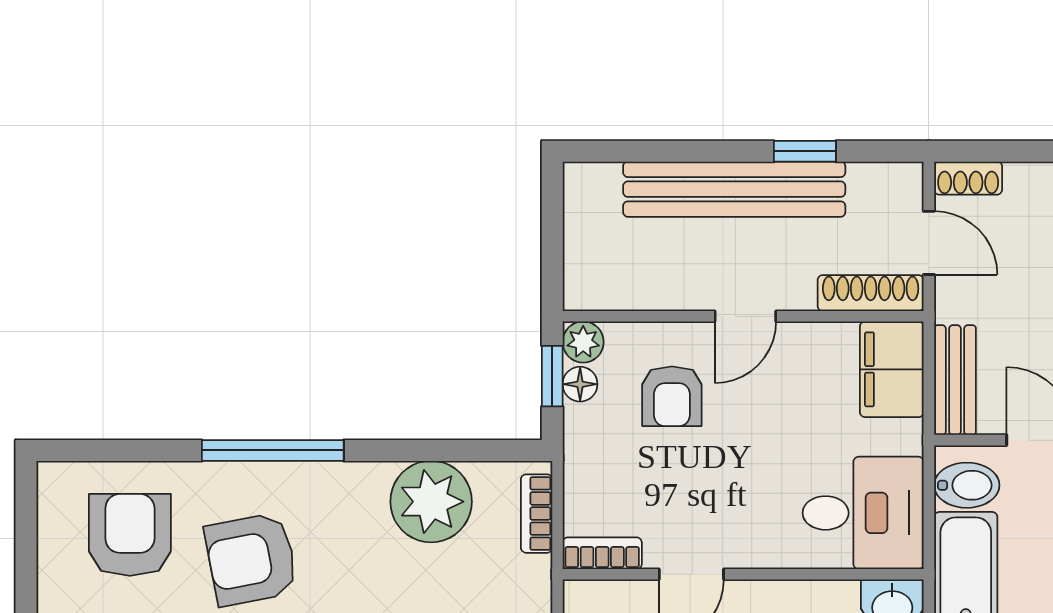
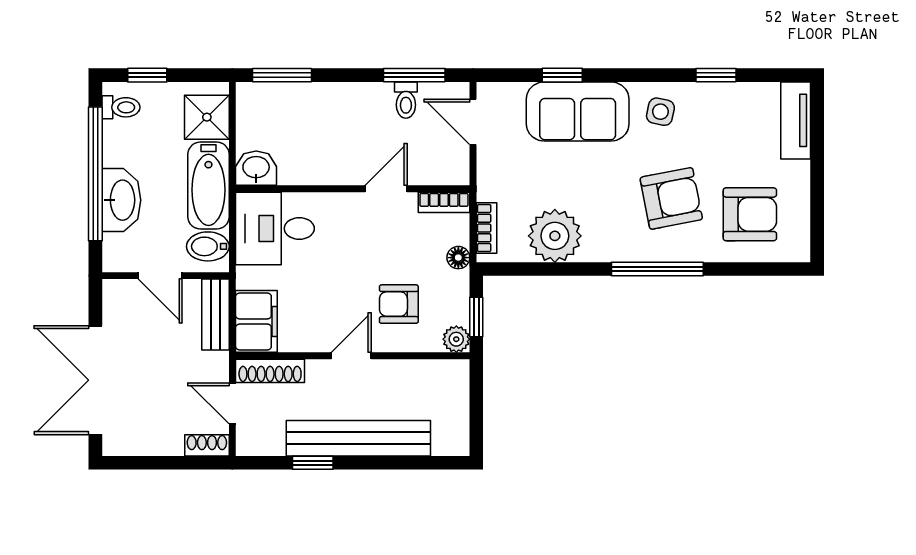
floor lamp: (580, 384) -> (458, 258), moved
armchair: (672, 396) -> (399, 304), turned -90
armchair: (130, 535) -> (750, 214), turned -90

